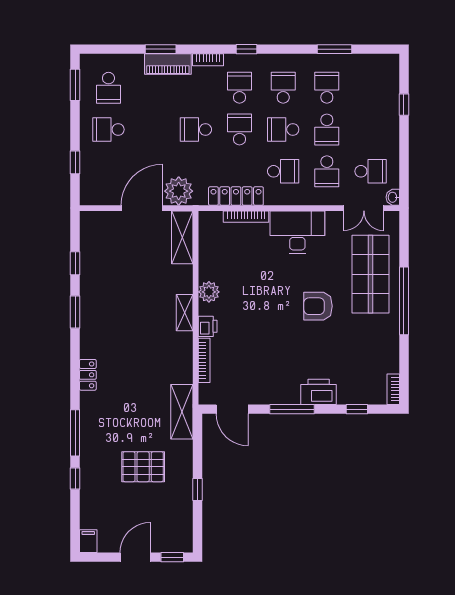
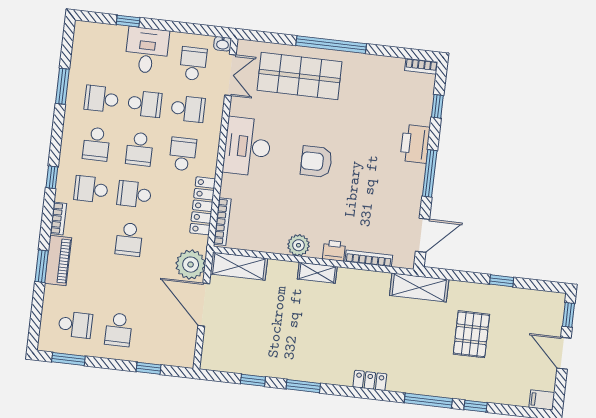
school desk: (283, 88) -> (96, 144), turned -90
desk: (378, 126) -> (147, 50), added
bookcase: (246, 217) -> (222, 222), moved
armchair: (318, 306) -> (316, 162), moved, turned 90

